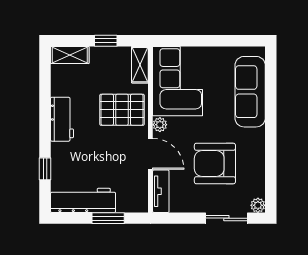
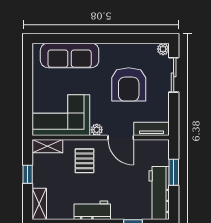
pallet: (122, 110) -> (84, 161), width x0.67, depth x0.71
door: (150, 154) -> (121, 137), swing flipped

